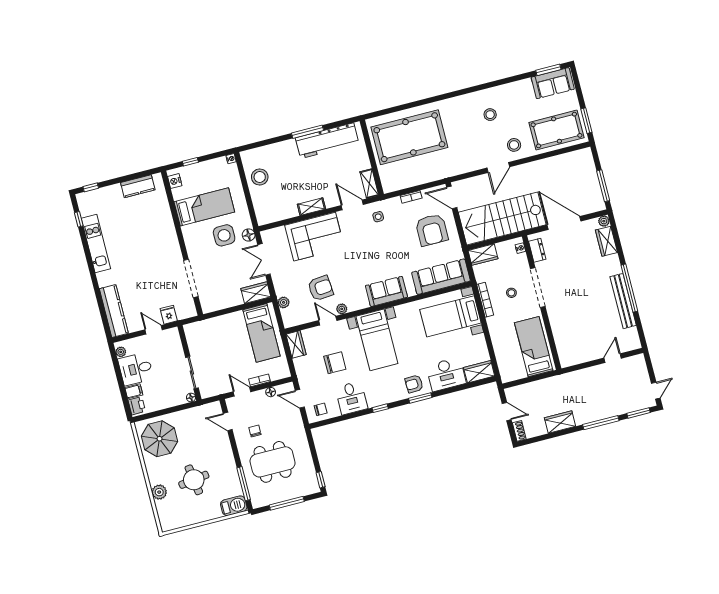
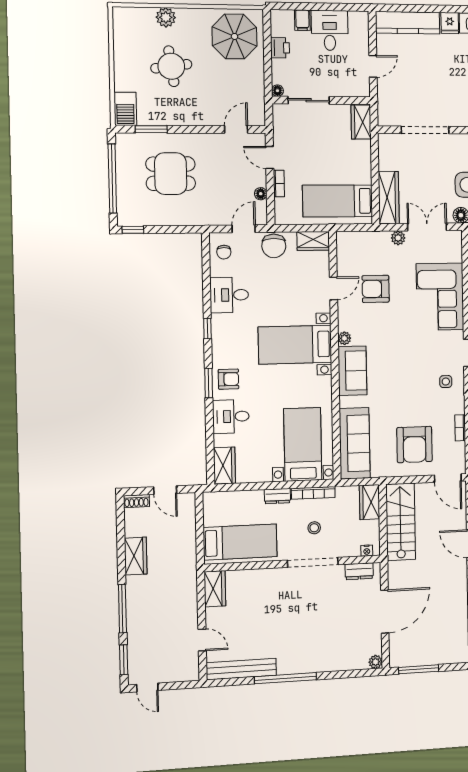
door: (452, 197) -> (448, 478), swing flipped
stairs: (502, 219) -> (401, 522), width x0.73, depth x0.66
armchair: (432, 230) -> (414, 445), turned -90
wardrobe: (606, 241) -> (215, 589), moved, turned 90
armchair: (321, 288) -> (376, 289), turned 95
wardrobe: (256, 293) -> (389, 198), width x1.50
bench: (623, 301) -> (241, 669), moved
plant: (284, 302) -> (398, 238), moved
plant: (342, 309) -> (344, 338), moved
fridge: (169, 315) -> (450, 23), moved, turned 90
dresser: (493, 327) -> (277, 496), added
wardrobe: (198, 329) -> (361, 122), added
plant: (121, 352) -> (355, 17), removed
chair: (335, 363) -> (274, 246), moved
desk: (446, 374) -> (231, 416), width x0.73
armchair: (414, 384) -> (228, 379), turned 92
door: (242, 392) -> (270, 157), swing flipped
printer: (137, 406) -> (280, 48), moved, turned -90
door: (507, 412) -> (165, 490), hinge flipped
chair: (255, 431) -> (216, 161), removed
dining table: (273, 462) -> (171, 174), width x0.73
window: (244, 484) -> (151, 129), width x0.69
window: (287, 503) -> (112, 178), width x1.46

